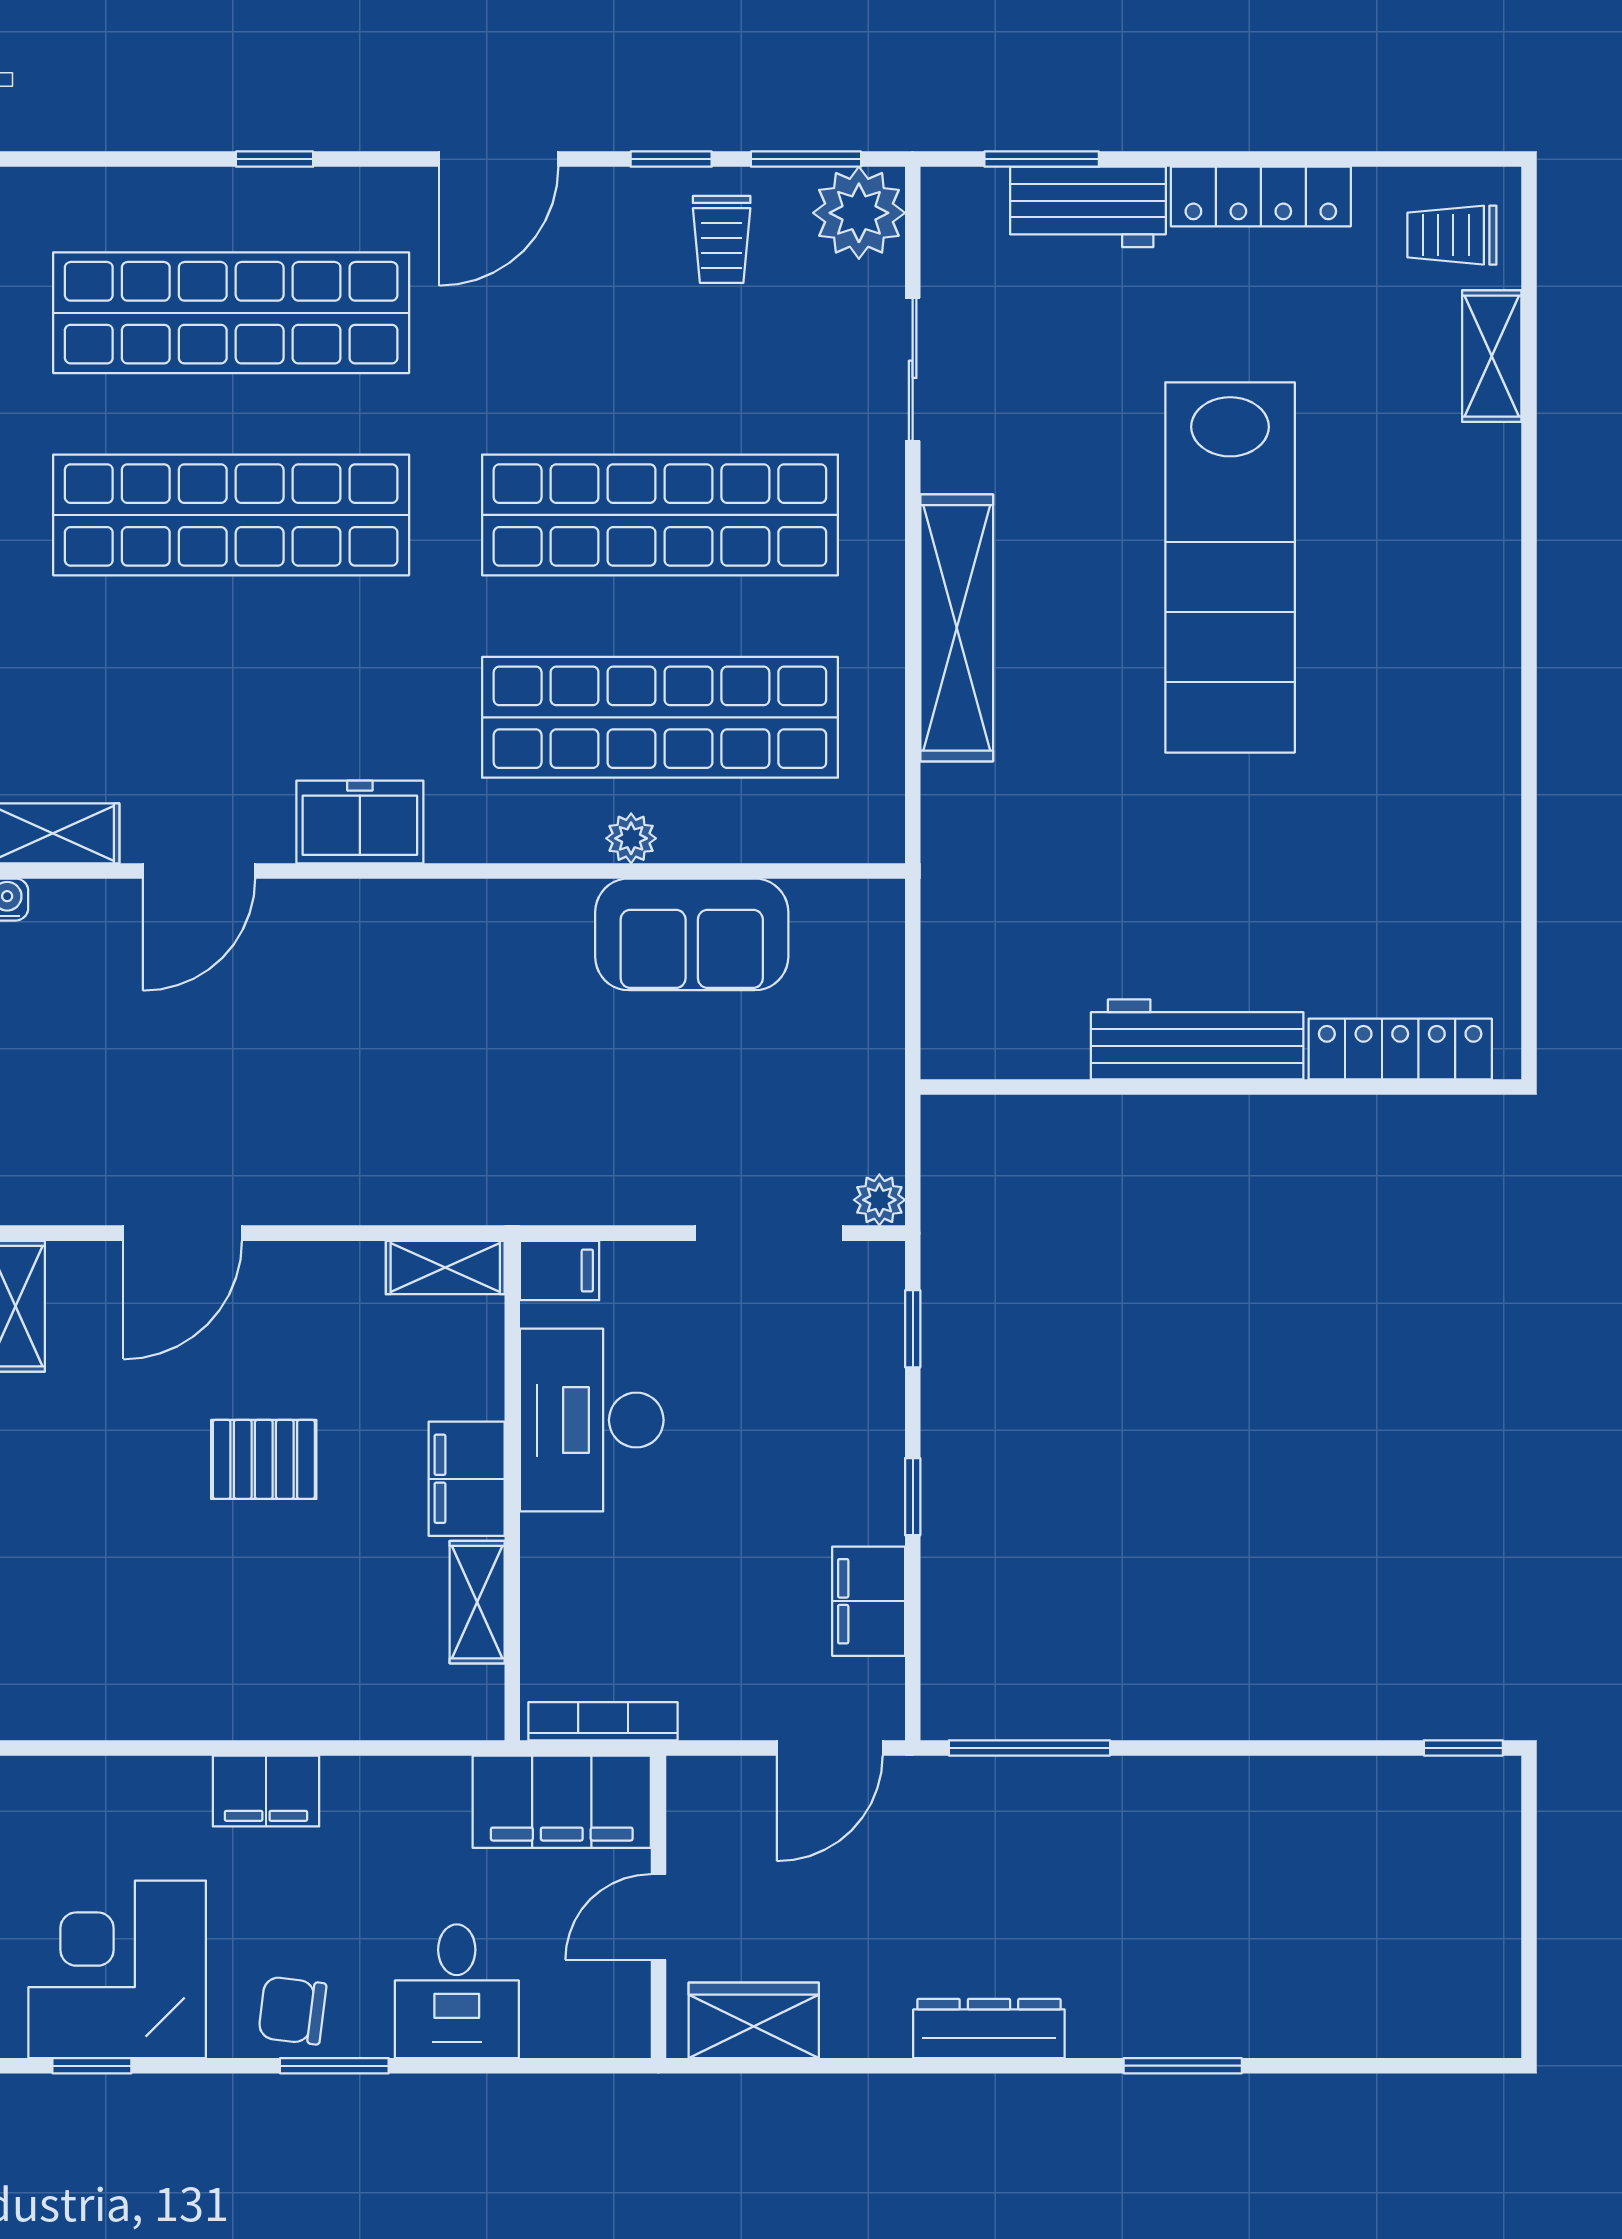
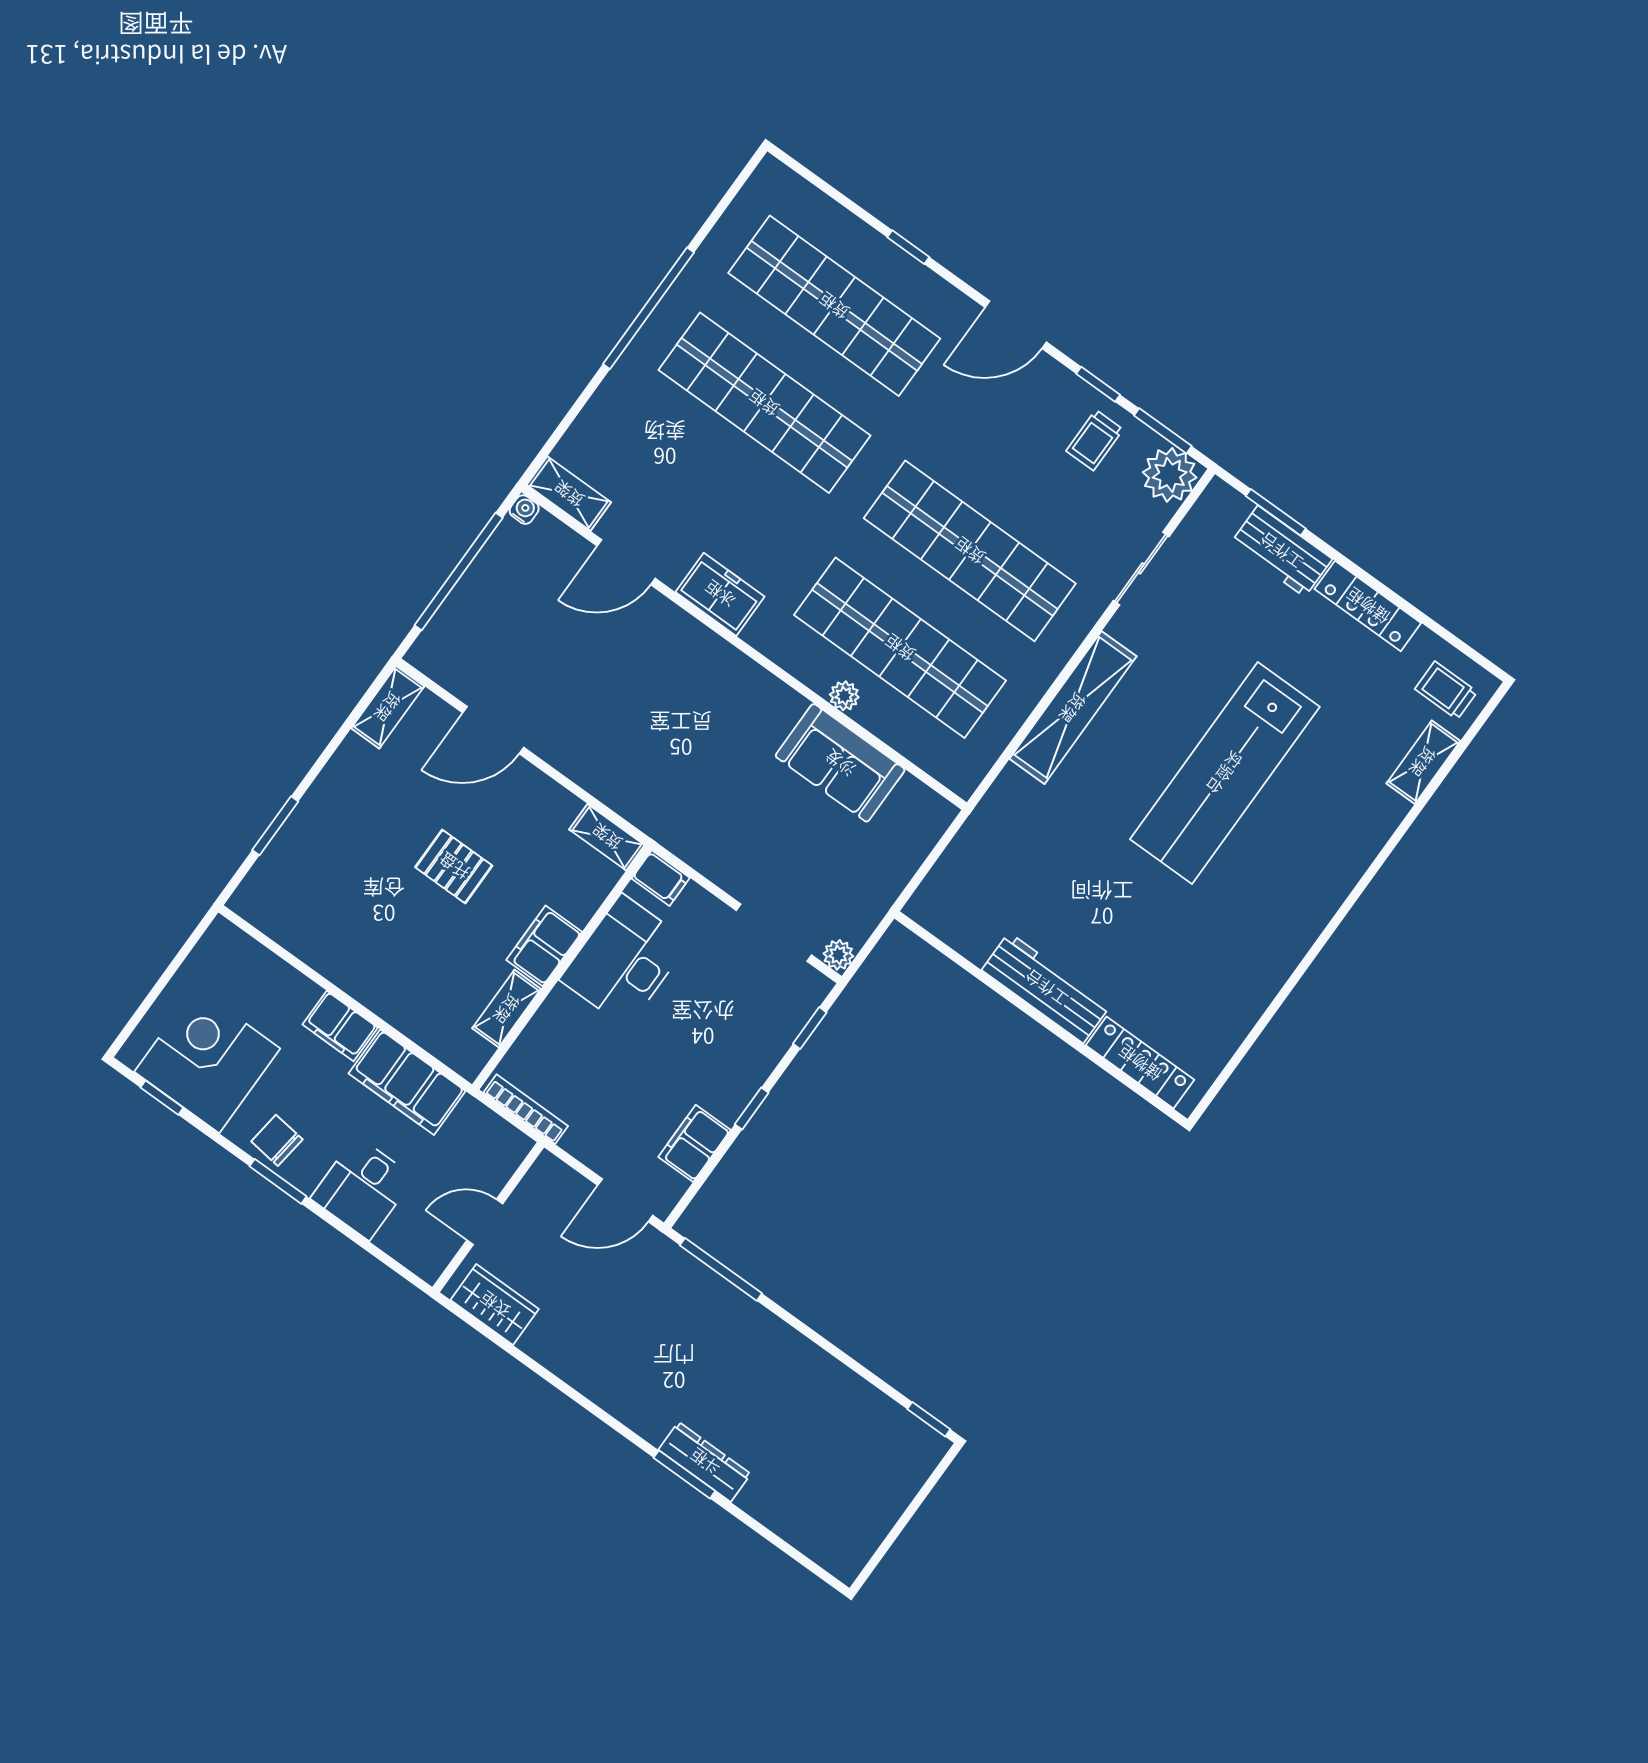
filing cabinet: (562, 1802) -> (407, 1082), moved
dresser: (989, 2028) -> (705, 1462), moved

